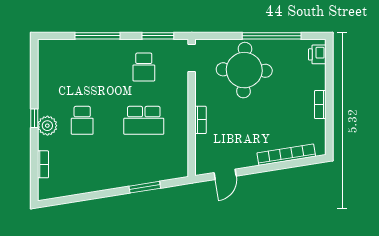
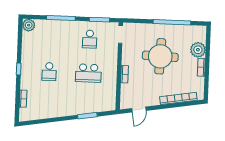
printer: (317, 54) -> (201, 35), removed
round table: (244, 70) -> (160, 56), moved
plant: (314, 77) -> (198, 50), added
plant: (47, 126) -> (29, 25), moved

